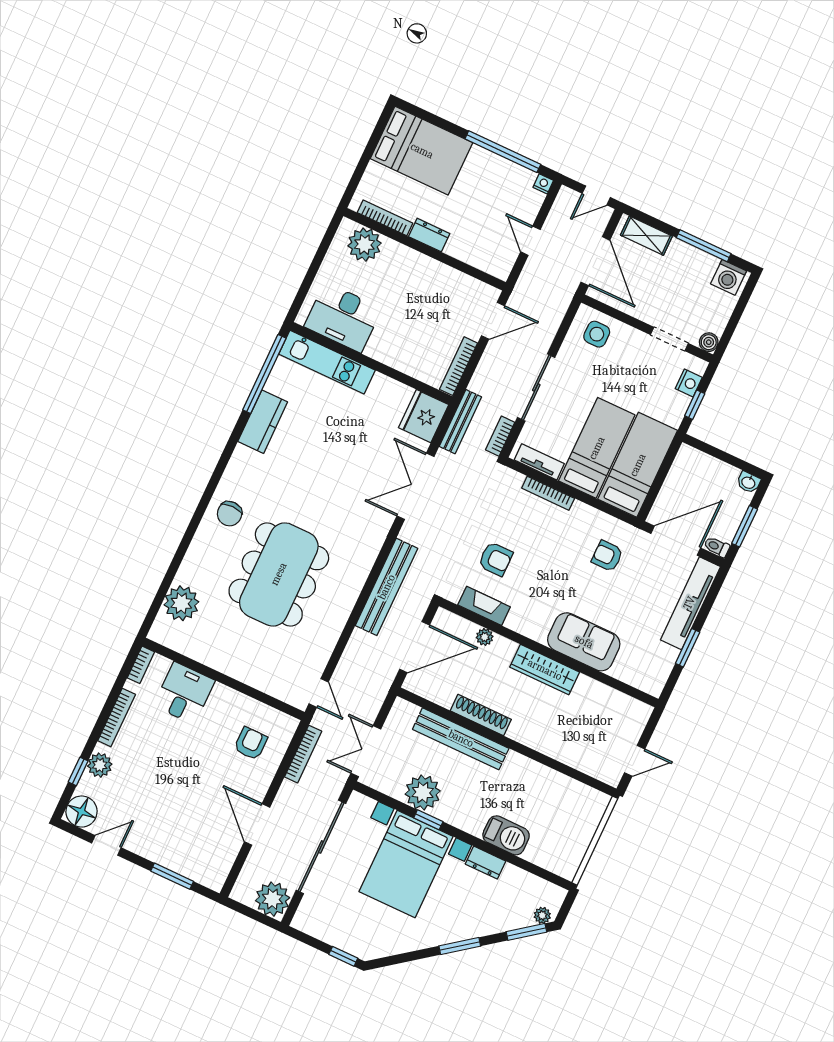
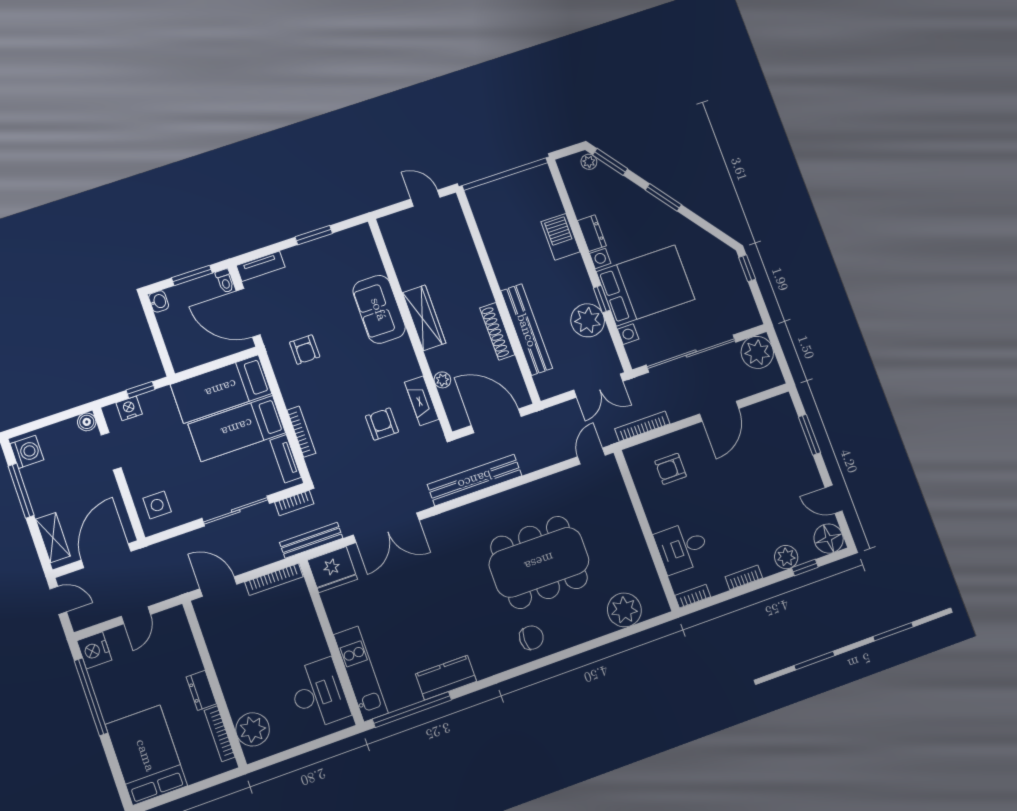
nightstand: (543, 184) -> (94, 650), width x1.89, depth x1.79
tv unit: (690, 603) -> (261, 266), width x0.52, depth x0.78
bookcase: (117, 718) -> (744, 577), width x0.64

